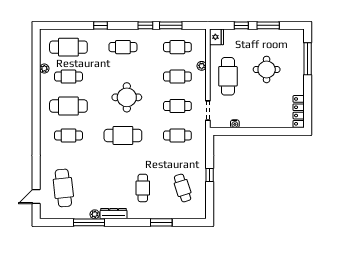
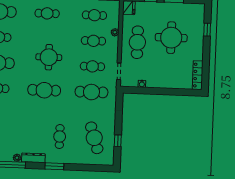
window: (308, 59) -> (207, 30), width x0.46
round table: (267, 69) -> (171, 38), width x1.36, depth x1.36
cafe table: (177, 135) -> (91, 92), width x1.37, depth x1.35
window: (210, 175) -> (118, 141), moved
cafe table: (183, 188) -> (94, 138), width x1.37, depth x1.35
window: (161, 222) -> (54, 166), moved

